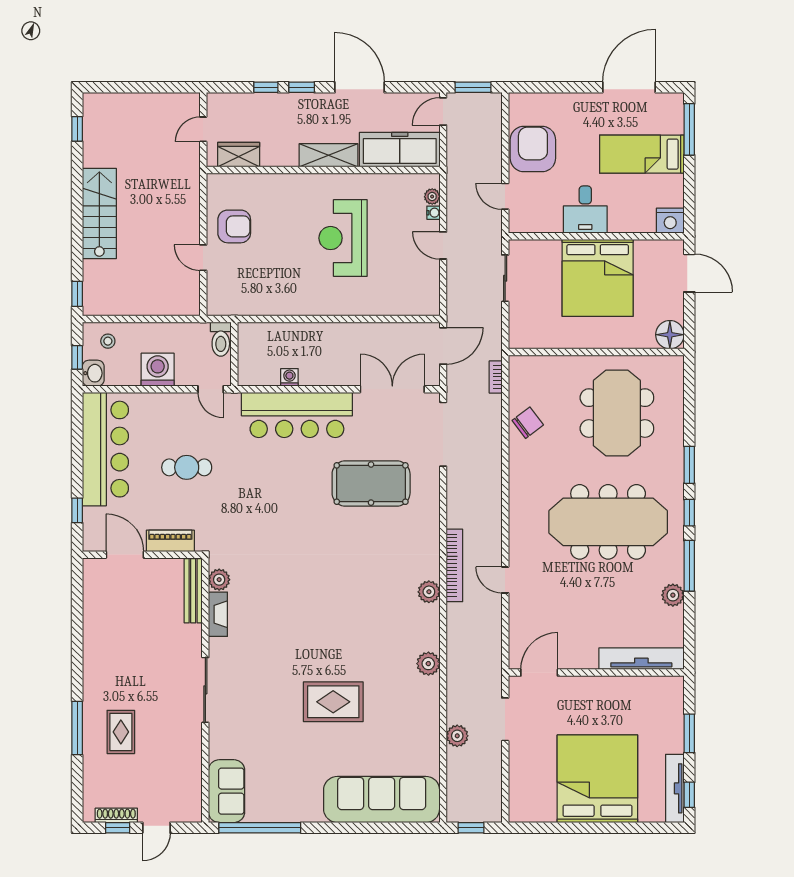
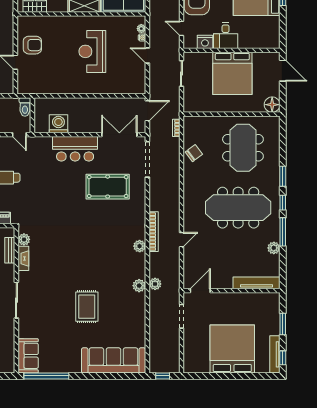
nightstand: (670, 221) -> (205, 42), moved
washing machine: (289, 377) -> (58, 124), width x1.89, depth x1.89
bar counter: (297, 415) -> (75, 149), width x0.73
door: (505, 580) -> (181, 240), swing flipped
bench: (193, 591) -> (10, 250), width x0.73
rug: (333, 702) -> (87, 307), turned 90
plant: (457, 736) -> (155, 284), moved

